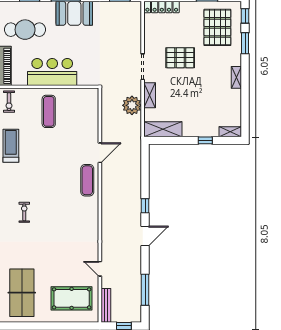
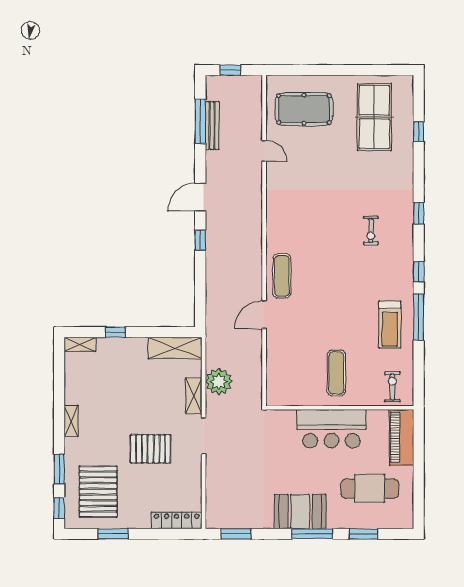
bench: (106, 305) -> (212, 125), moved

